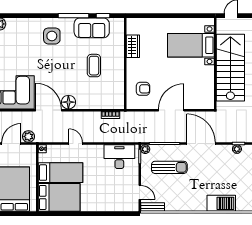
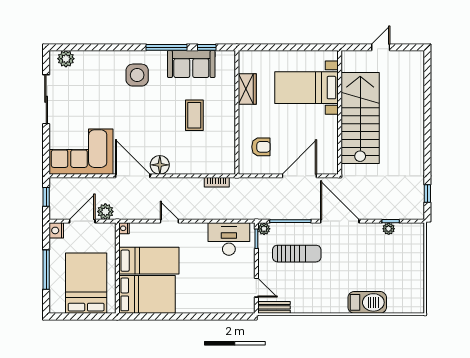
bed with nightstands: (191, 45) -> (307, 88), moved
wall: (215, 63) -> (340, 112), moved
stairs: (230, 68) -> (360, 118), moved

